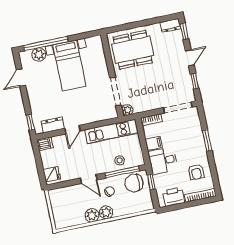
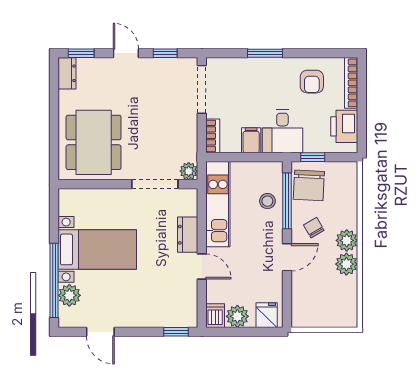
dresser: (53, 125) -> (188, 235), moved
plant: (47, 157) -> (237, 316), added
armchair: (196, 172) -> (312, 82), turned 90

